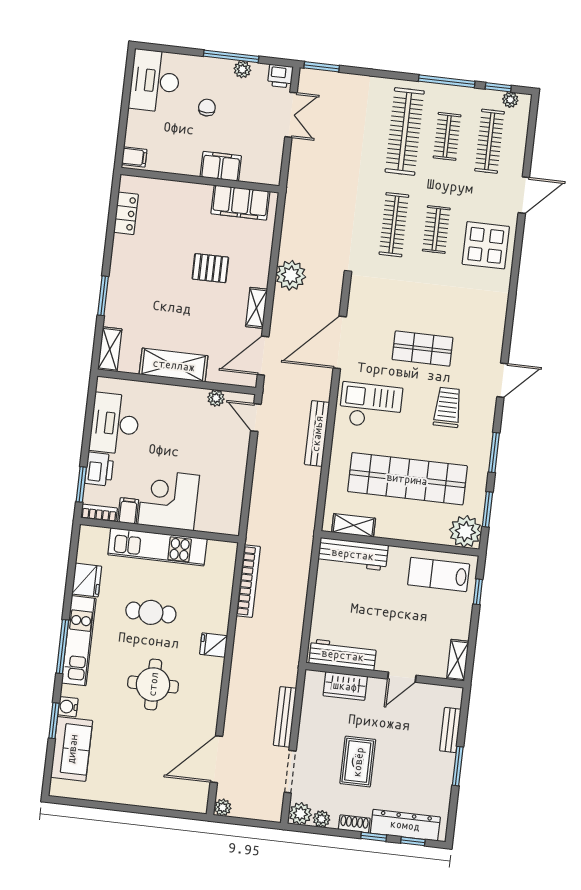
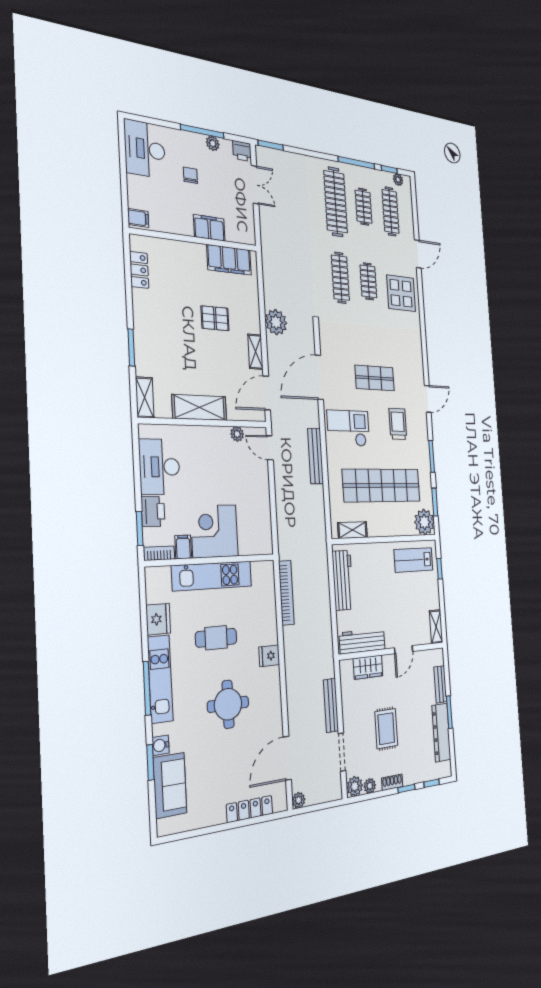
workbench: (353, 554) -> (343, 580), moved, turned -90
locker: (160, 799) -> (250, 809), added
dresser: (405, 825) -> (441, 733), moved, turned -90

